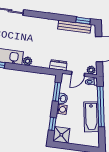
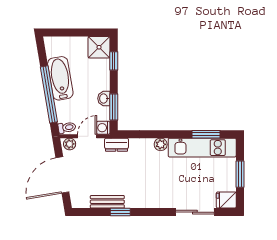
window: (83, 21) -> (120, 212), moved
bench: (74, 27) -> (107, 202), width x0.73
washing machine: (62, 109) -> (103, 128), moved

